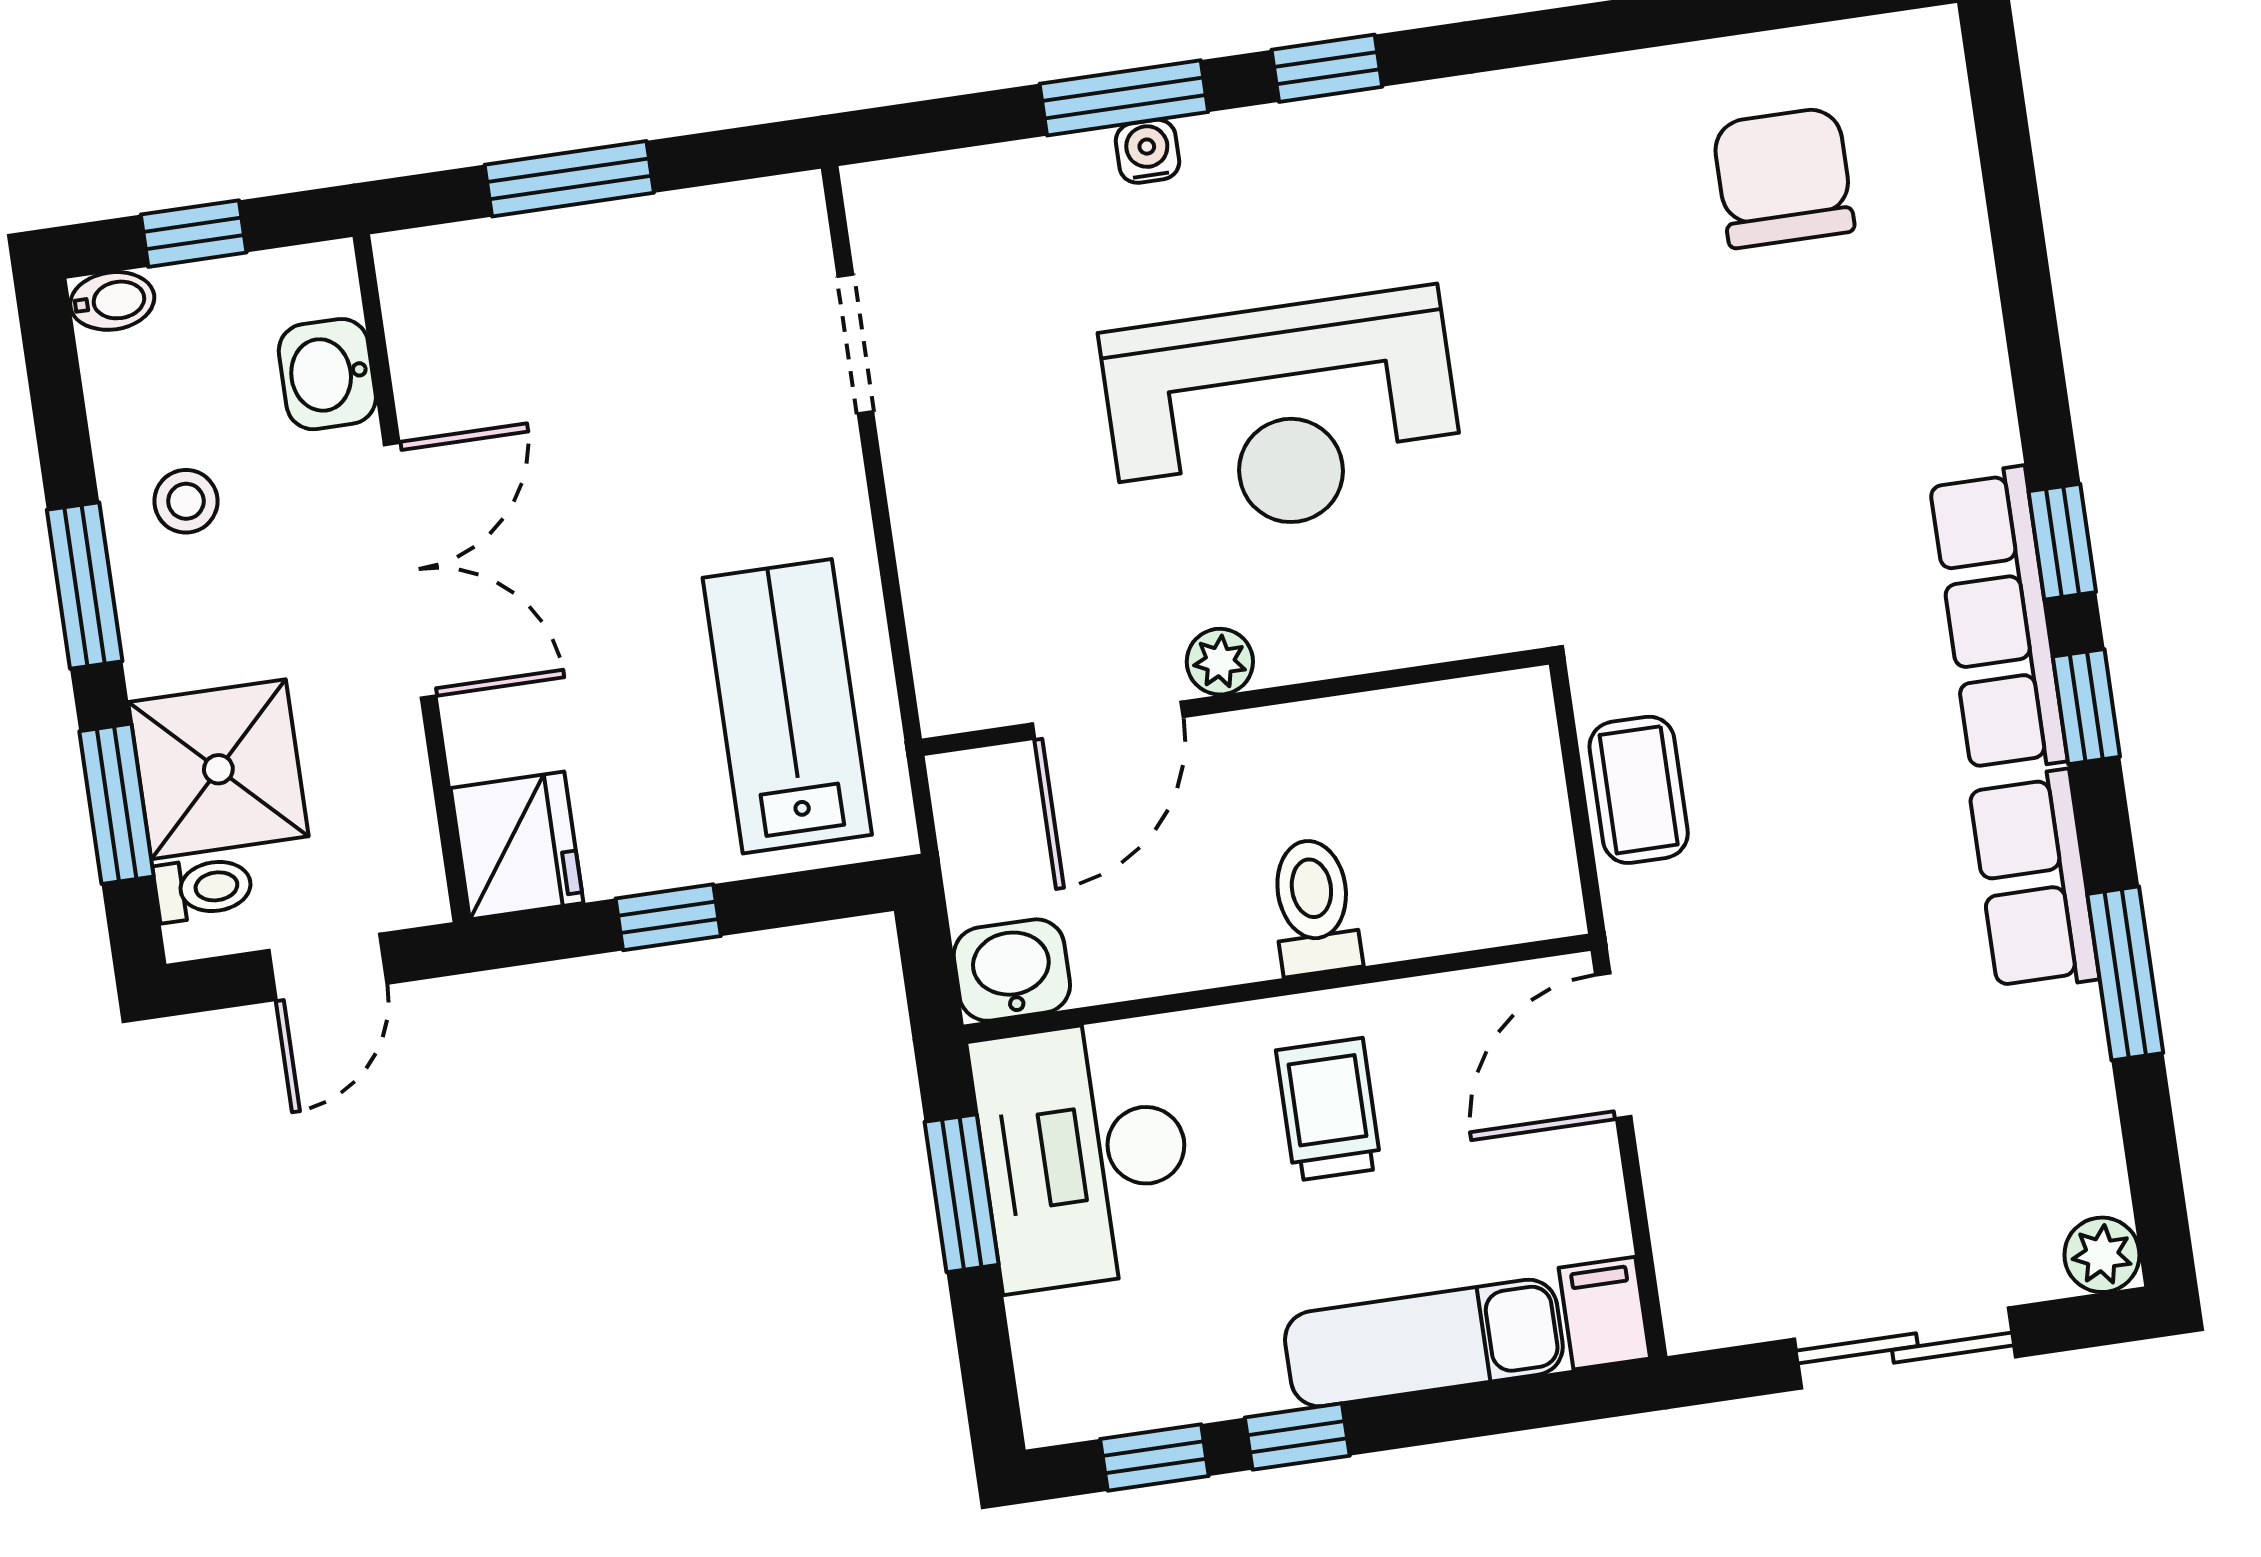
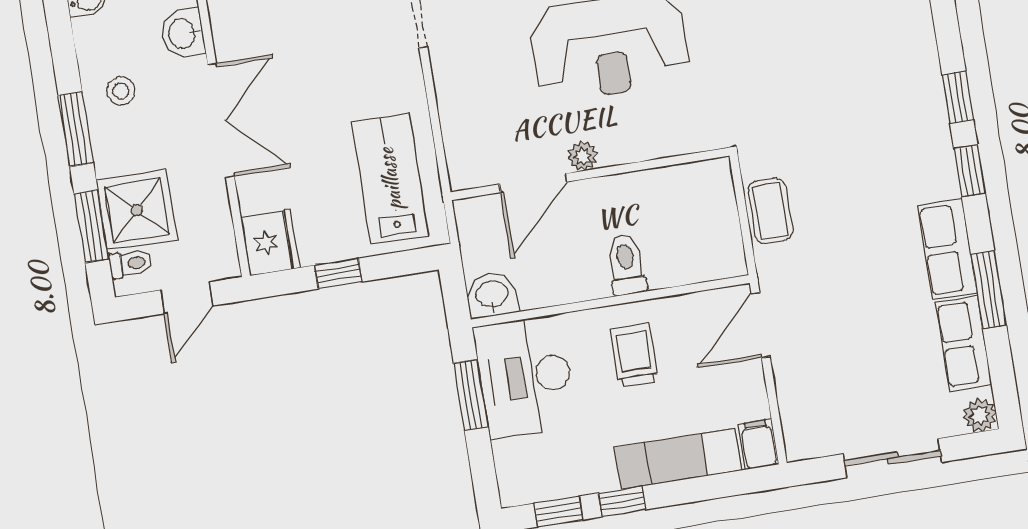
row of seats: (1998, 620) -> (963, 344), moved, width x0.68

